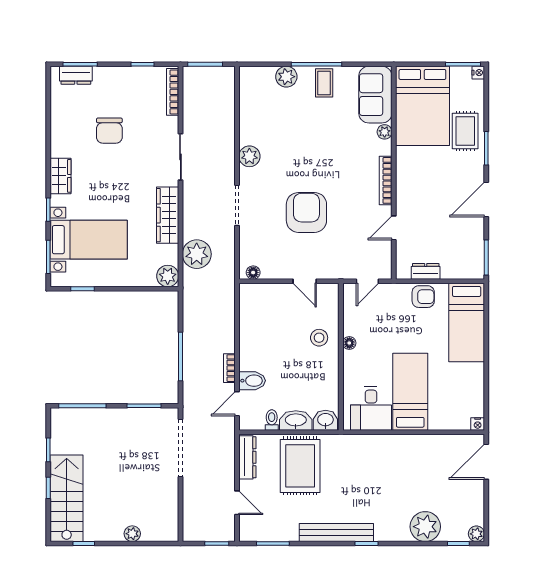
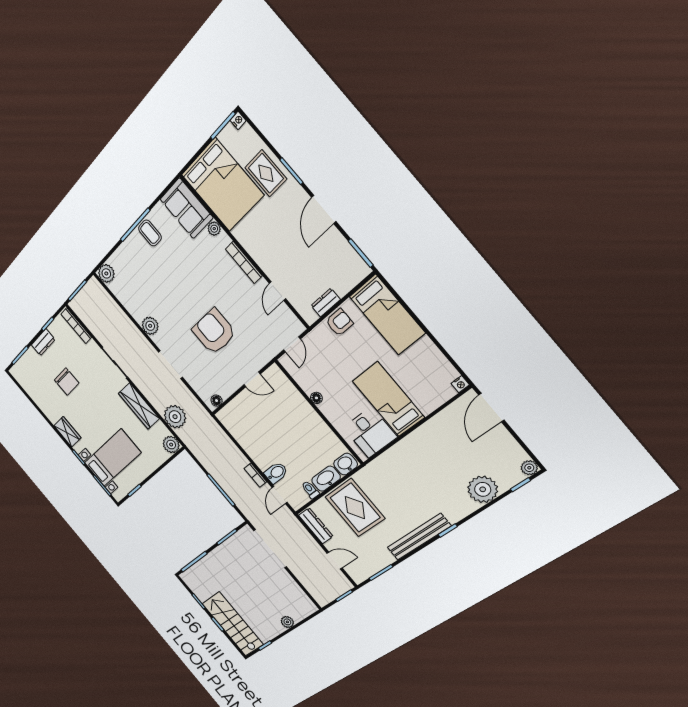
dresser: (76, 75) -> (43, 342), moved
plant: (286, 77) -> (106, 273), moved
stool: (319, 338) -> (294, 410), removed

